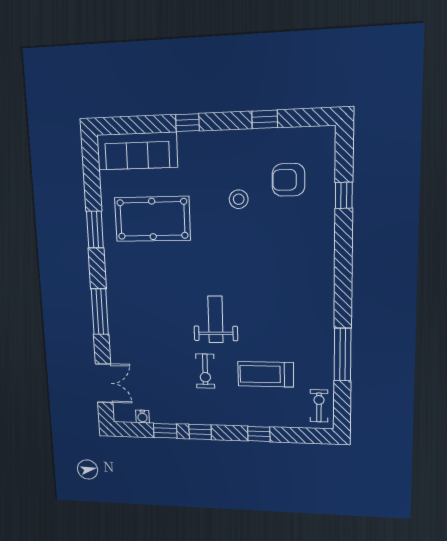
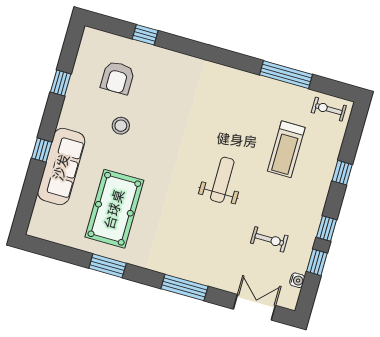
sofa: (137, 151) -> (61, 167), moved
weight bench: (215, 319) -> (222, 180), turned 90
exercise bike: (205, 371) -> (269, 239), moved

